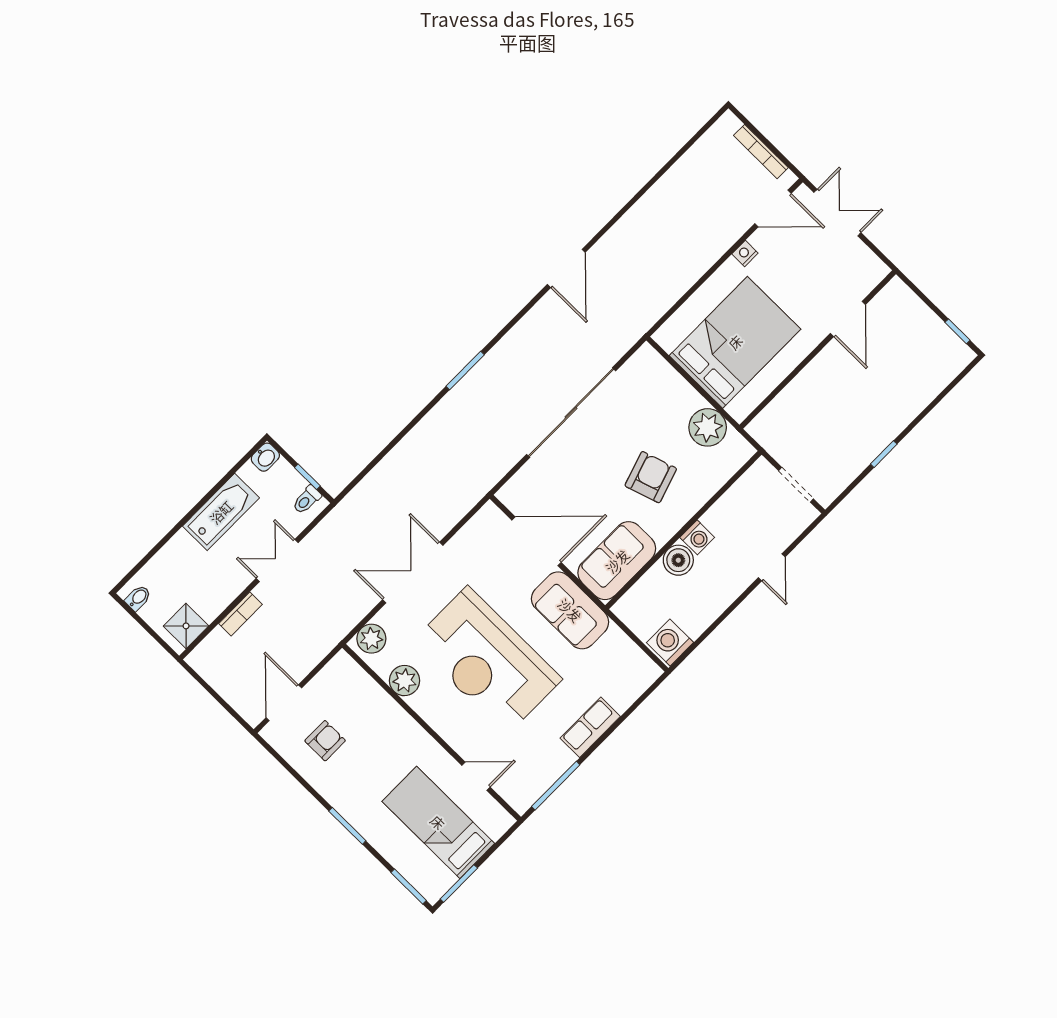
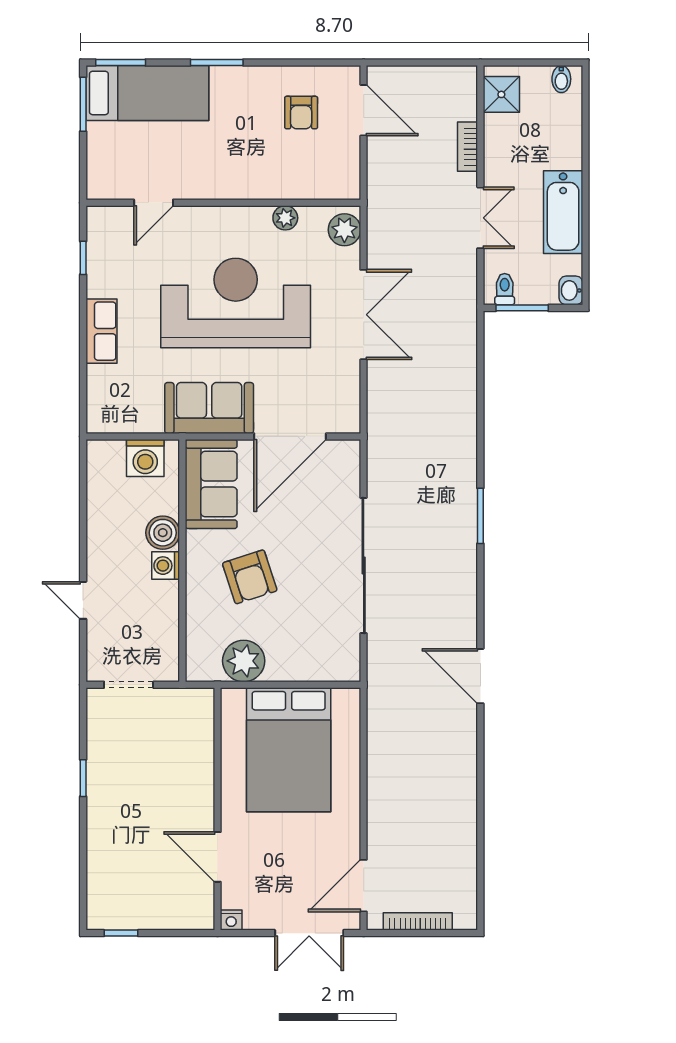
nightstand: (745, 253) -> (231, 920), moved, turned 90
window: (307, 477) -> (522, 308), width x1.50
washing machine: (670, 643) -> (145, 458), moved, turned 90
plant: (404, 681) -> (285, 218), width x0.73, depth x0.73
window: (556, 786) -> (83, 258), width x0.46
bed: (438, 822) -> (147, 93), moved

